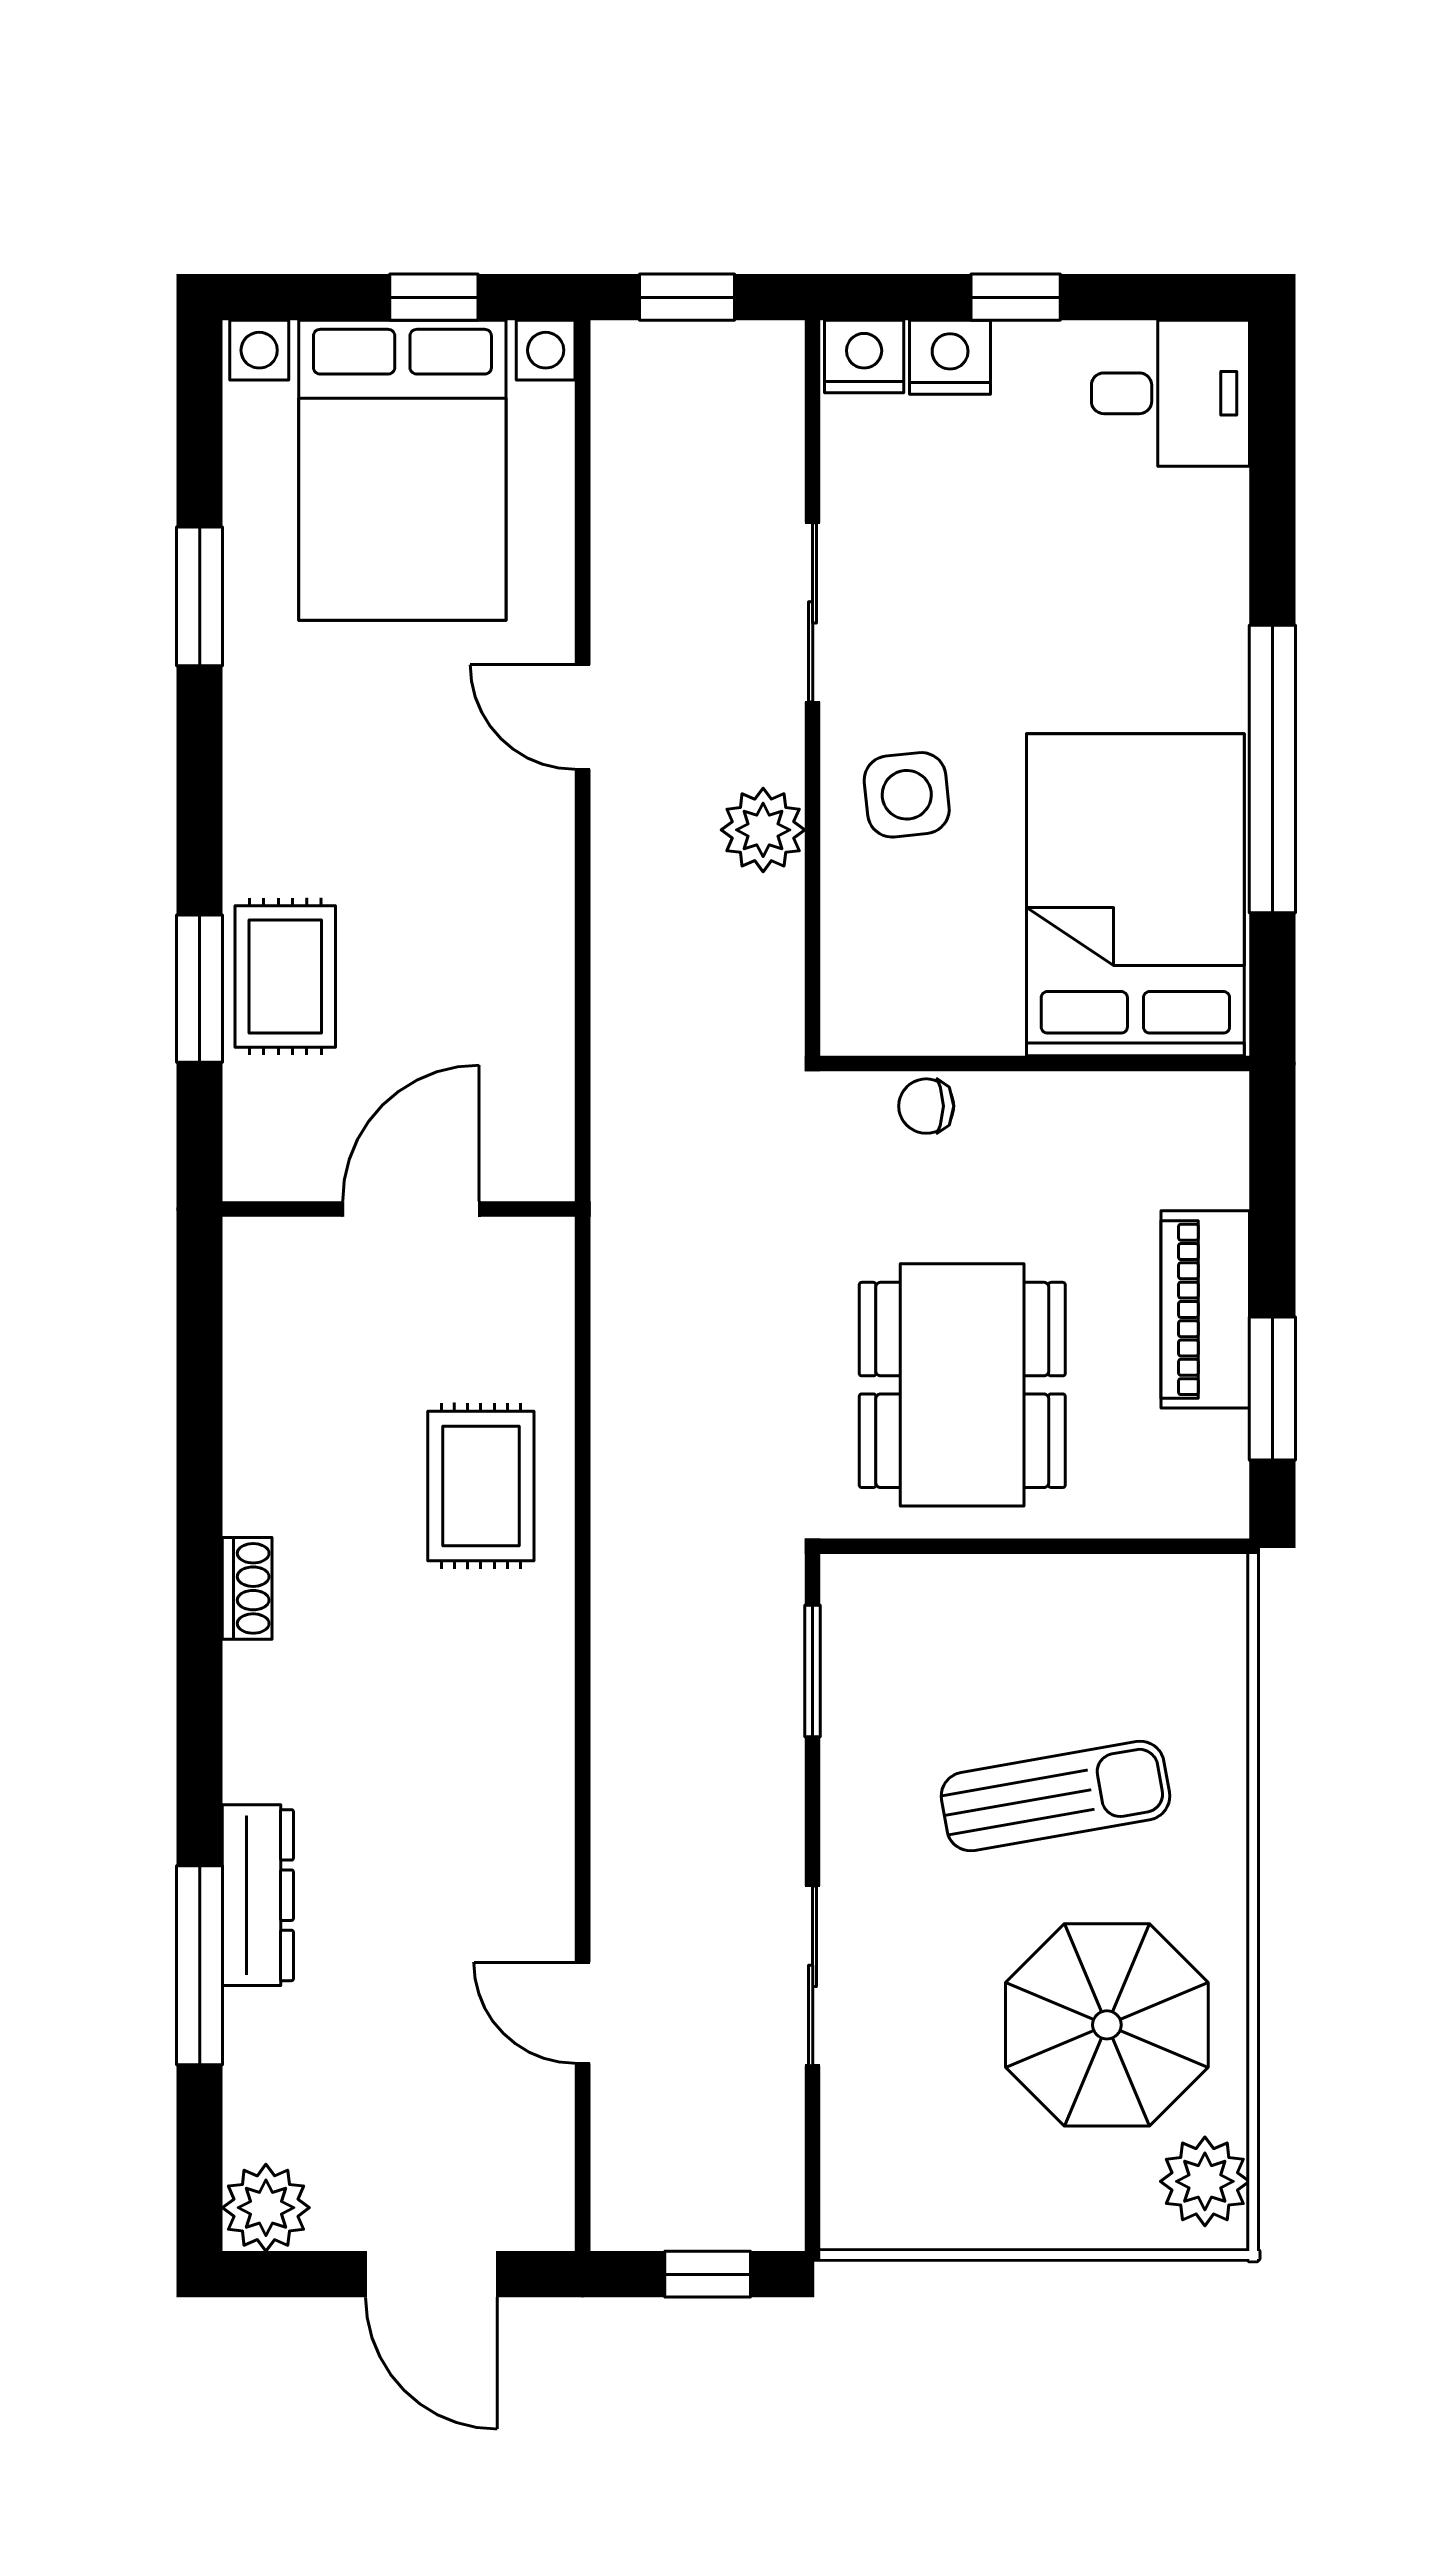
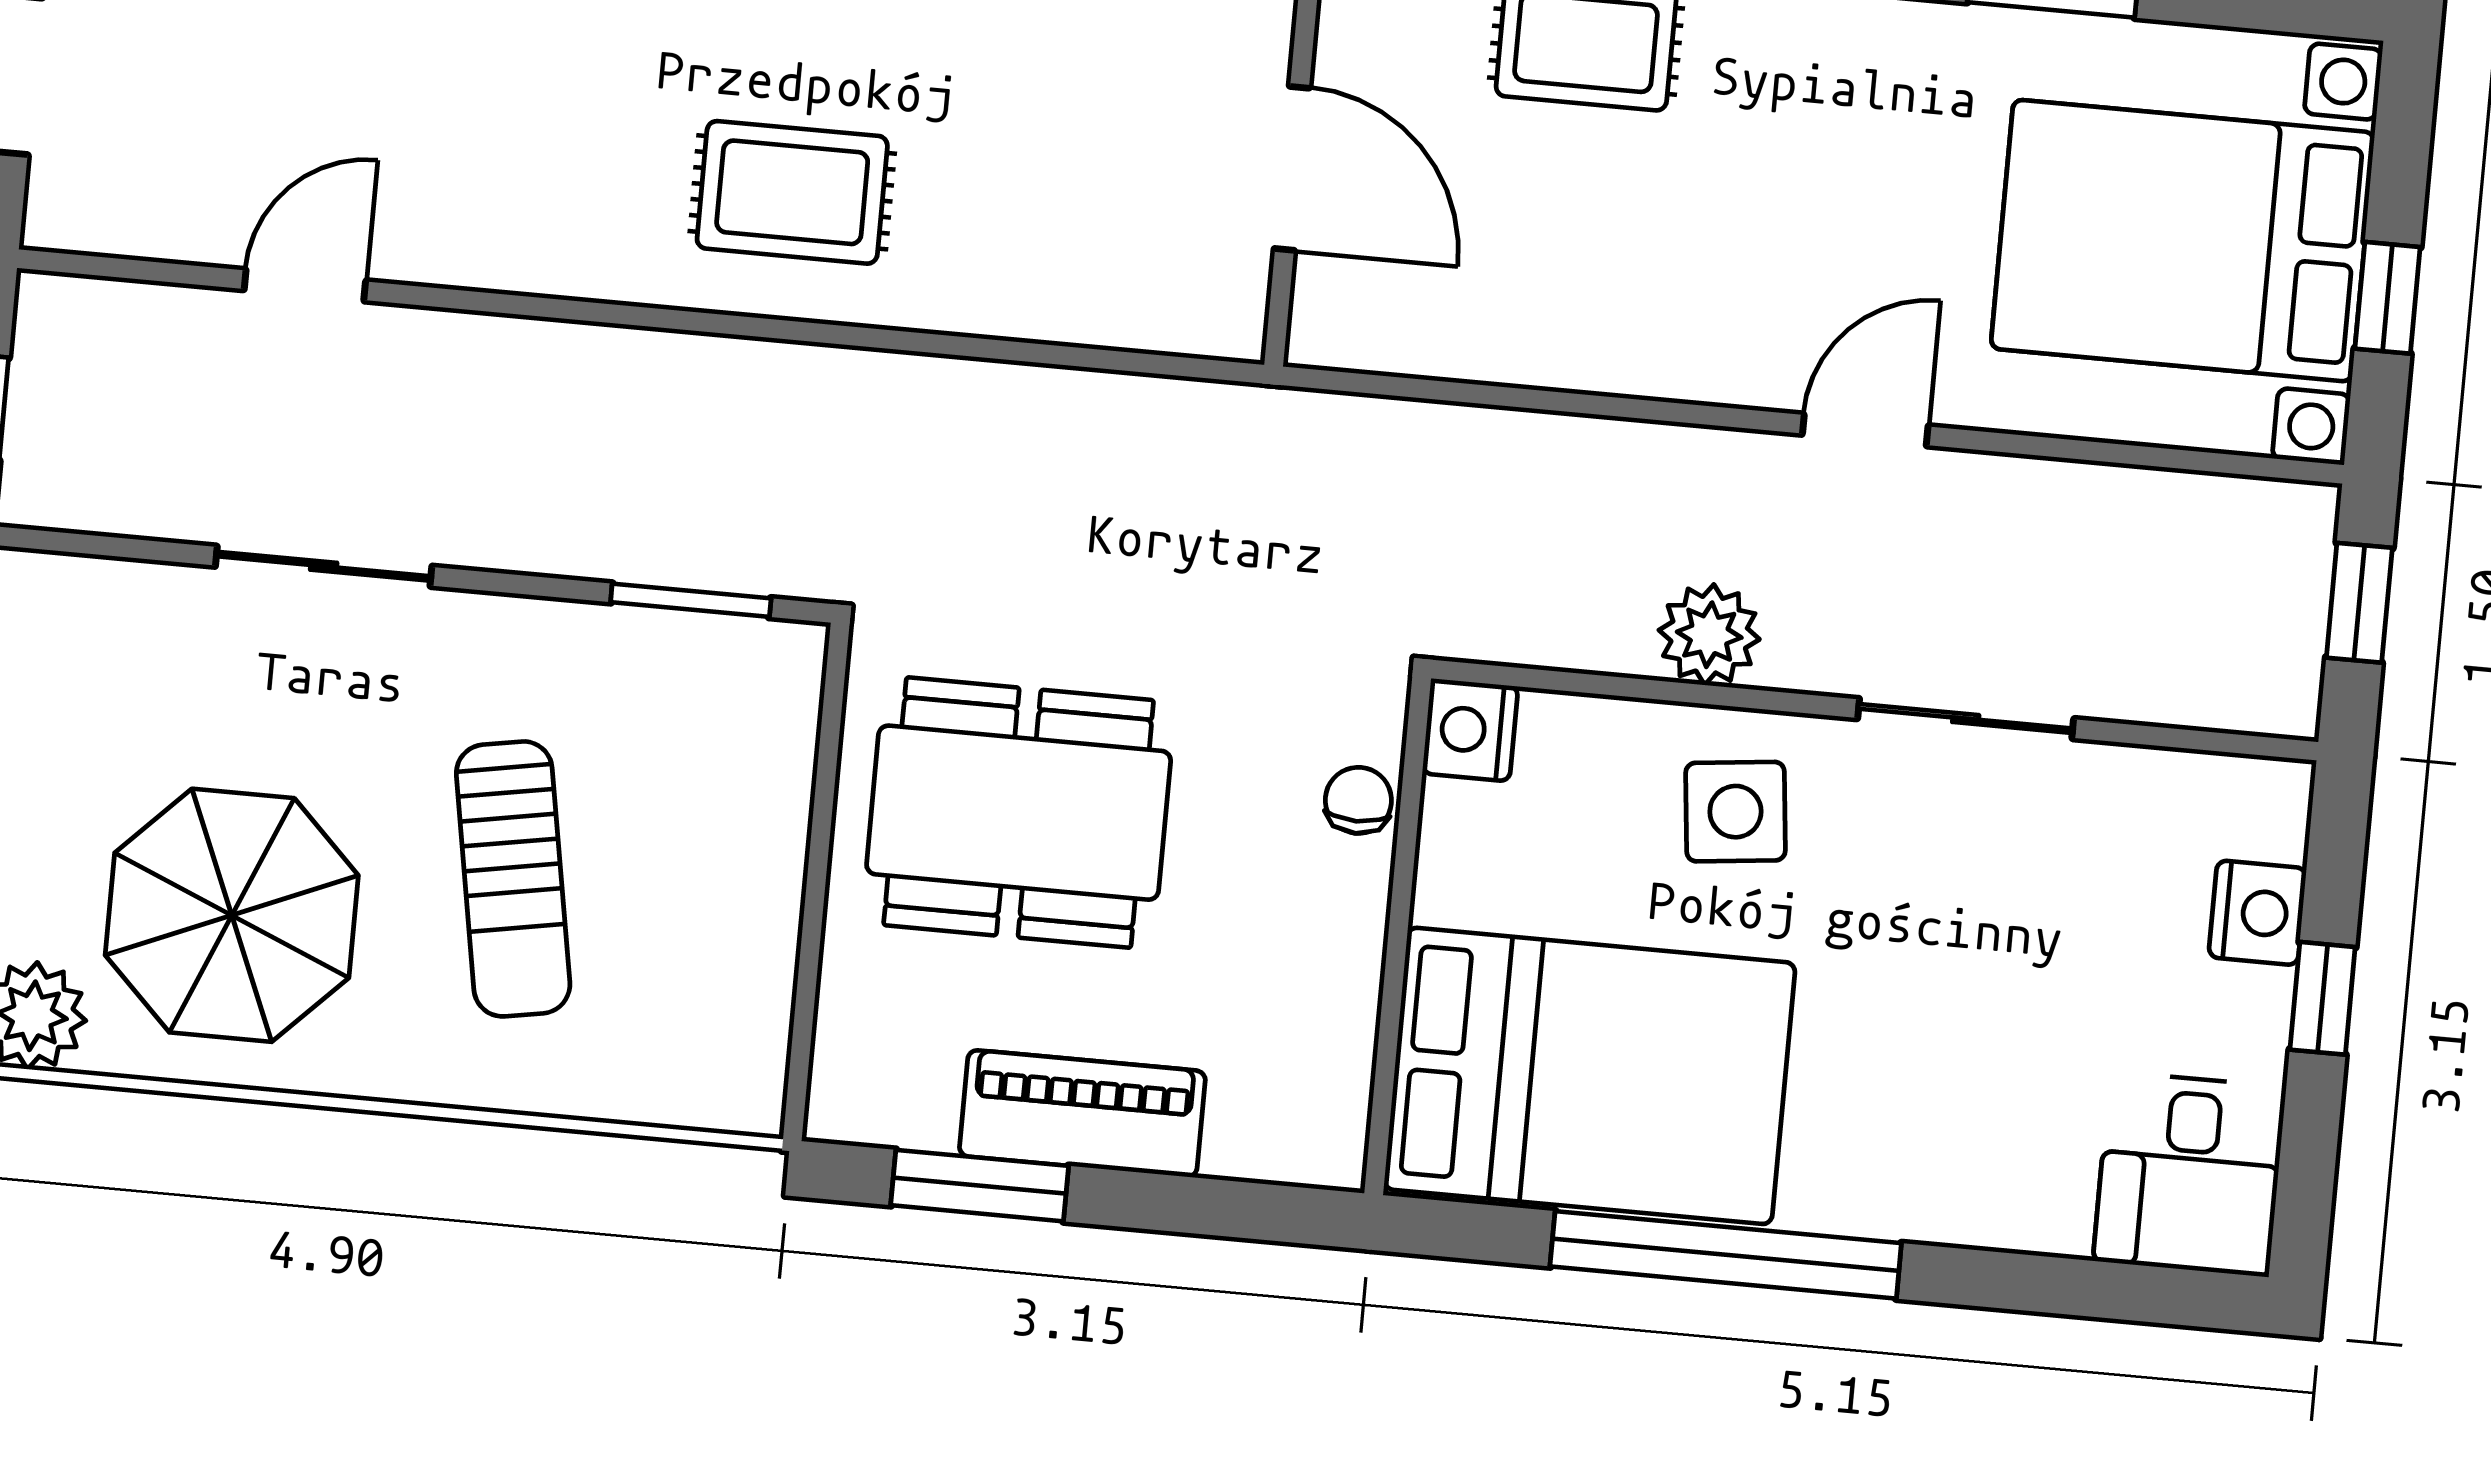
nightstand: (864, 357) -> (1470, 730), moved, turned 180
rug: (481, 1486) -> (792, 192), moved

